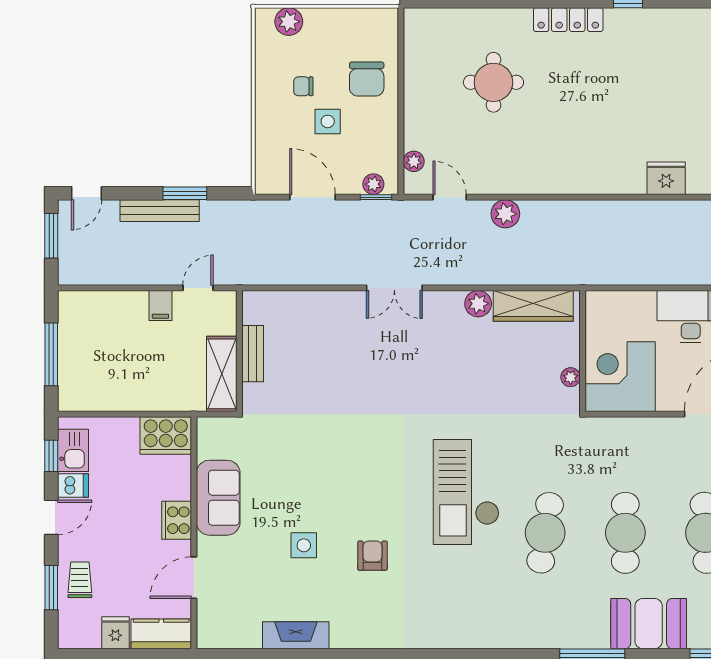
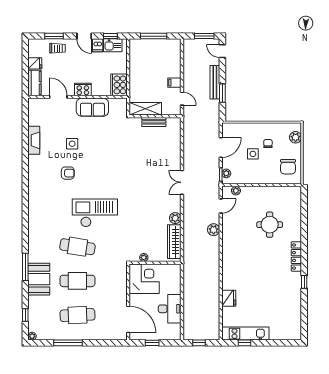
chair: (367, 79) -> (288, 167), moved, turned -90
booth: (649, 624) -> (39, 279), moved

